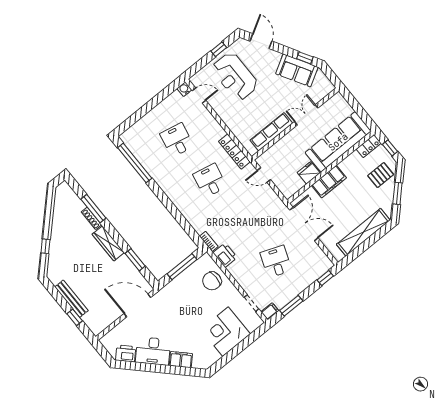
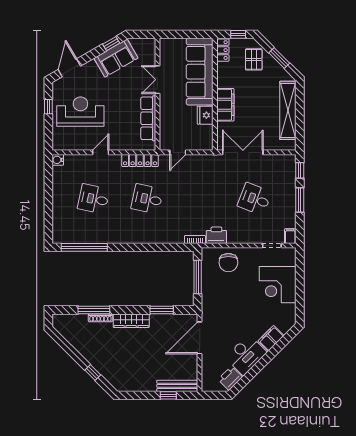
door: (261, 41) -> (69, 68), hinge flipped
reception desk: (235, 76) -> (80, 112), turned 180
door: (199, 95) -> (101, 152), moved
bench: (71, 299) -> (177, 386), moved
window: (291, 306) -> (300, 200), moved

